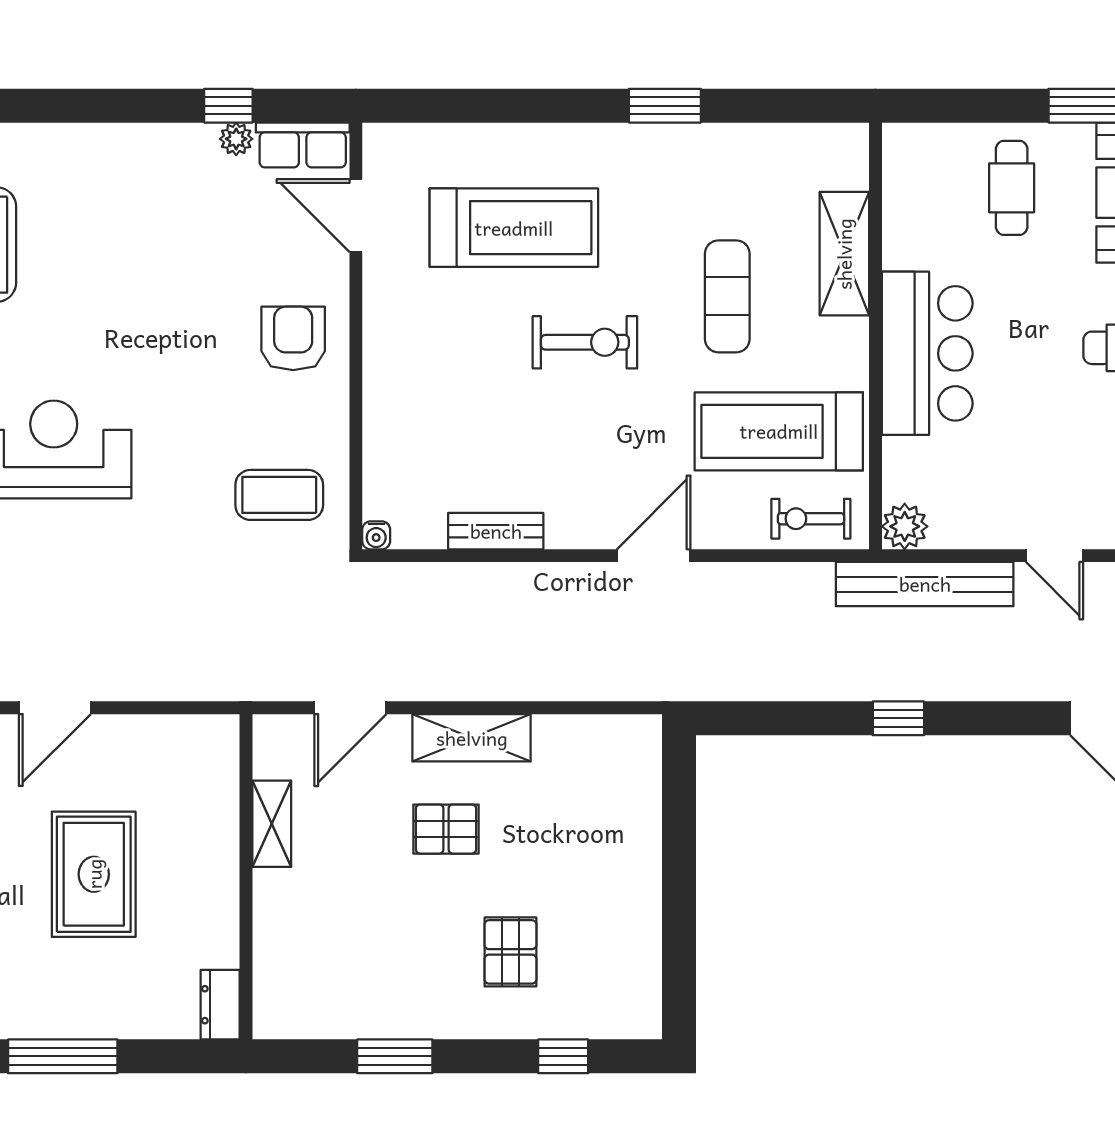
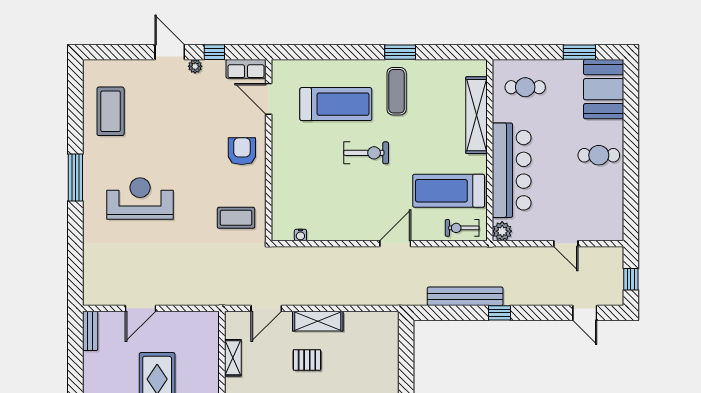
door: (124, 106) -> (170, 52), added
plant: (236, 139) -> (195, 66), moved
cafe table: (1012, 188) -> (525, 87), moved, turned 90
shelving: (844, 254) -> (476, 115), width x1.47
exercise mat: (727, 296) -> (397, 91), moved
bar counter: (927, 353) -> (512, 170), width x1.36
bench: (496, 531) -> (328, 233), removed
water cooler: (376, 535) -> (300, 235), moved
bench: (925, 584) -> (465, 296), moved

